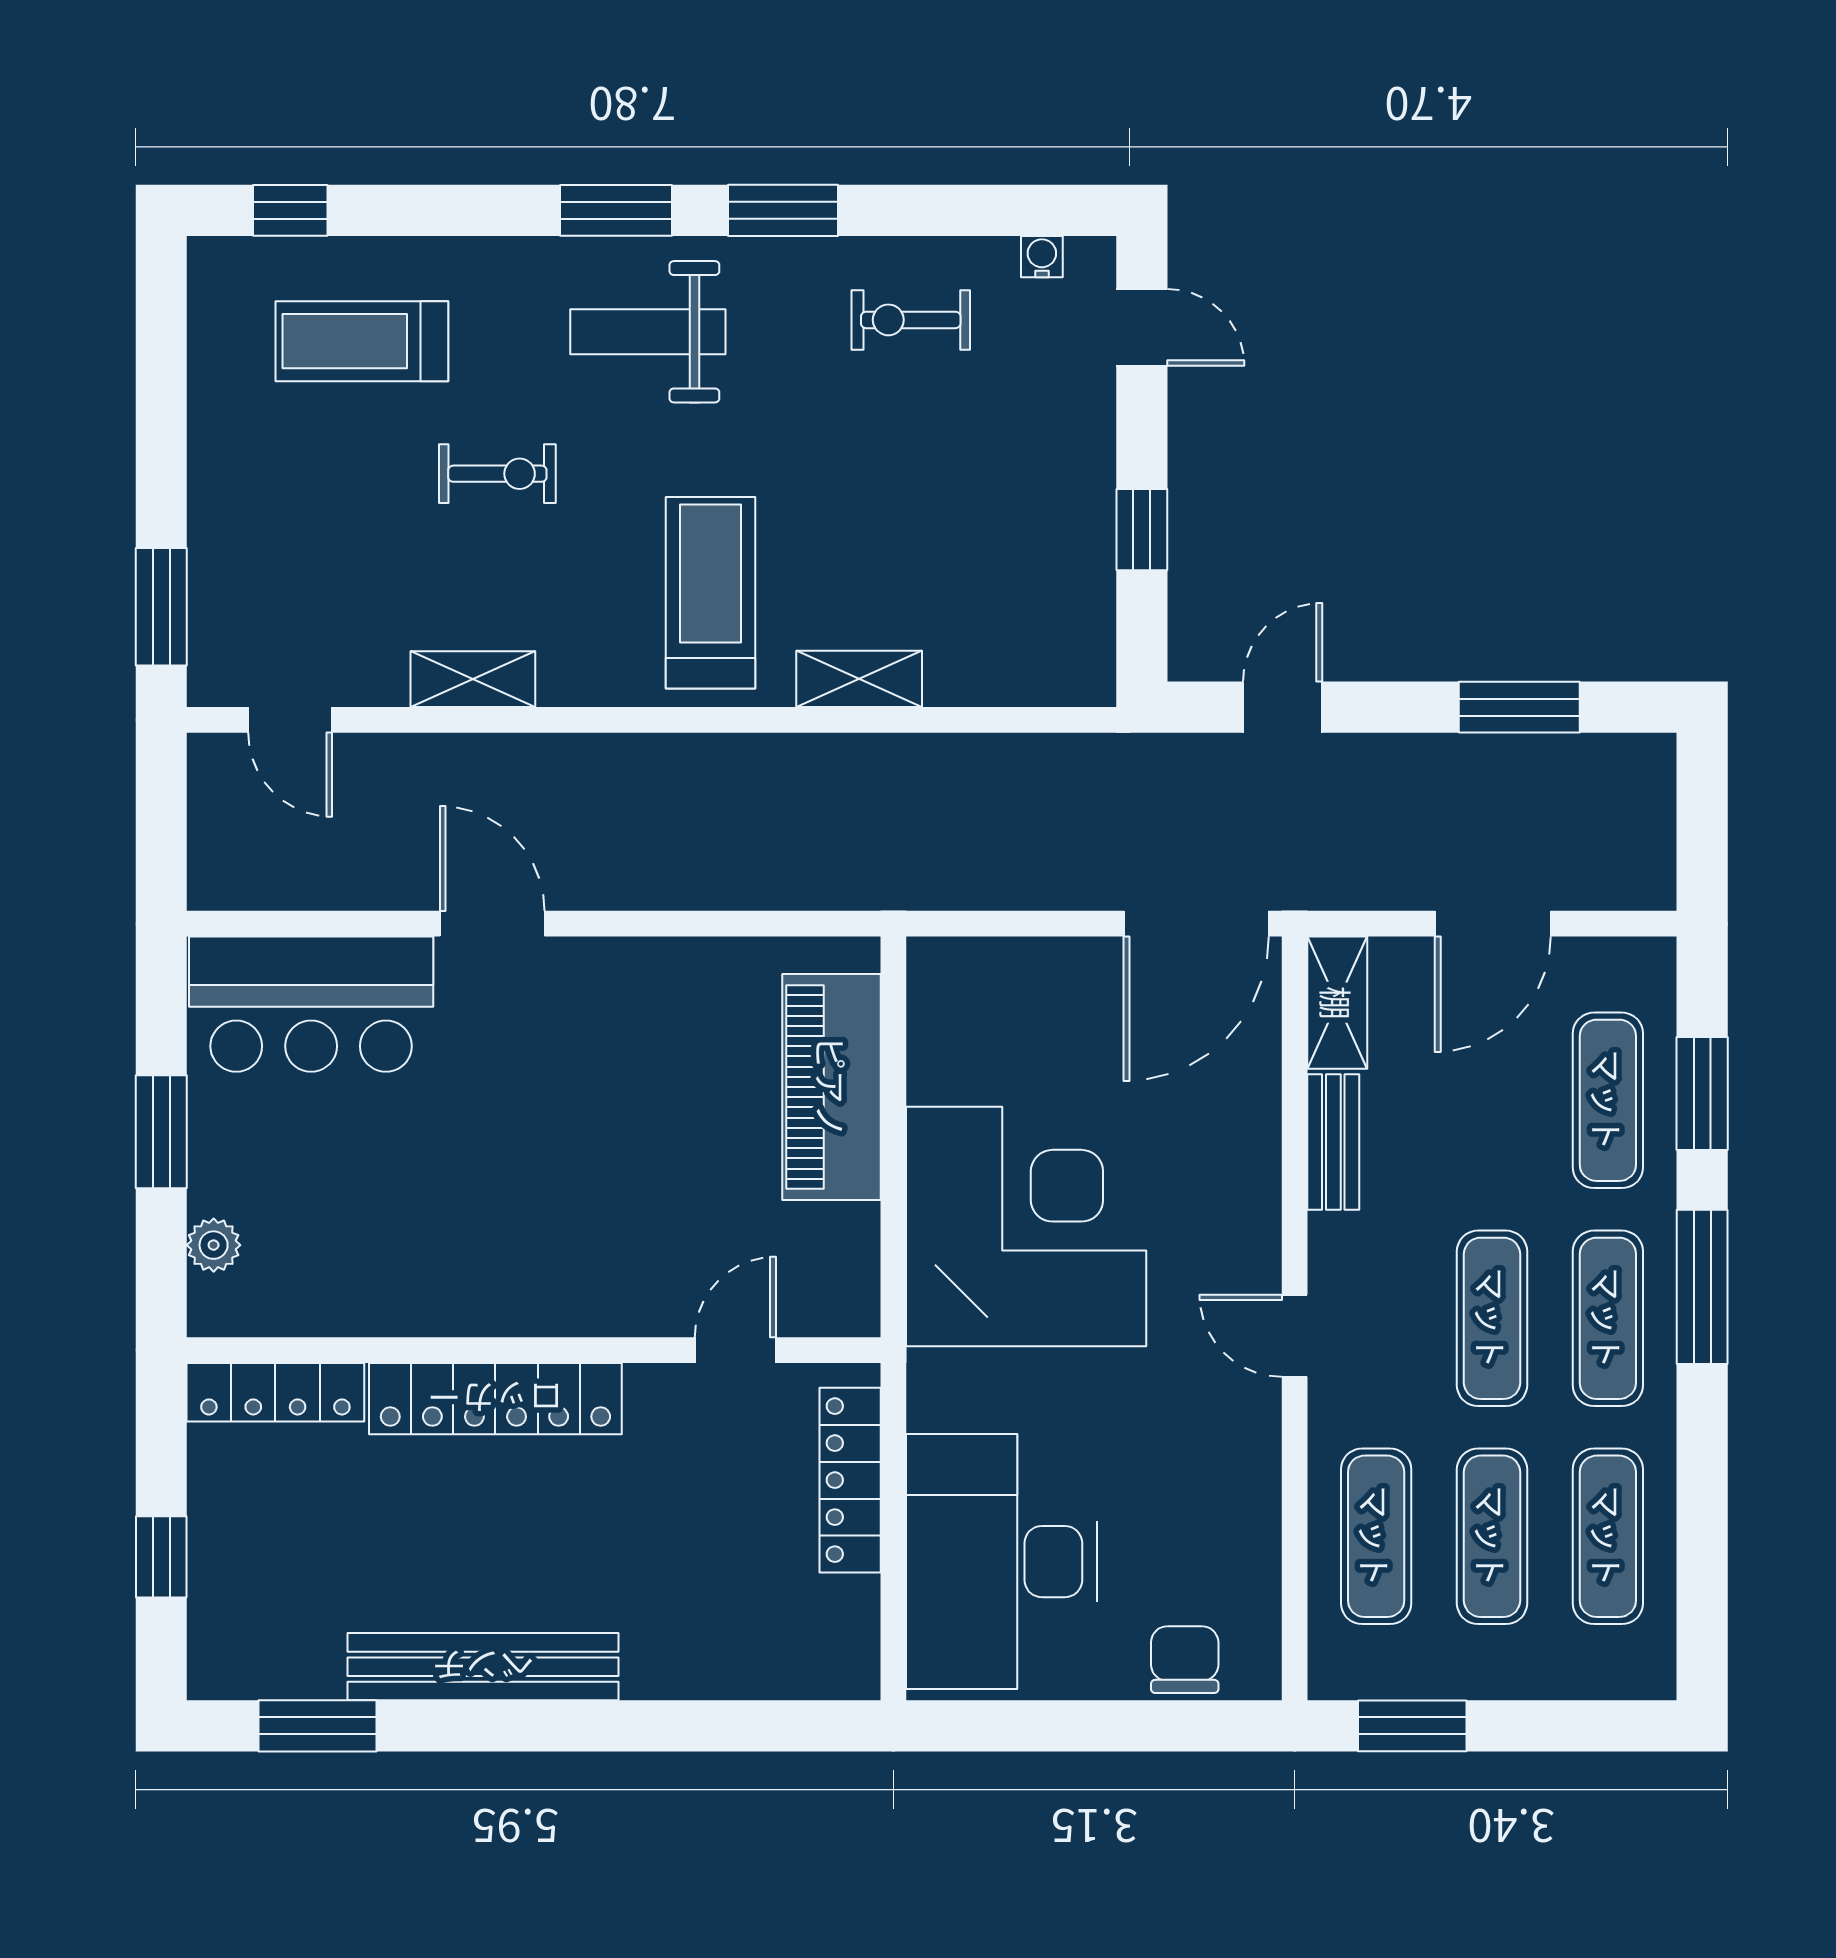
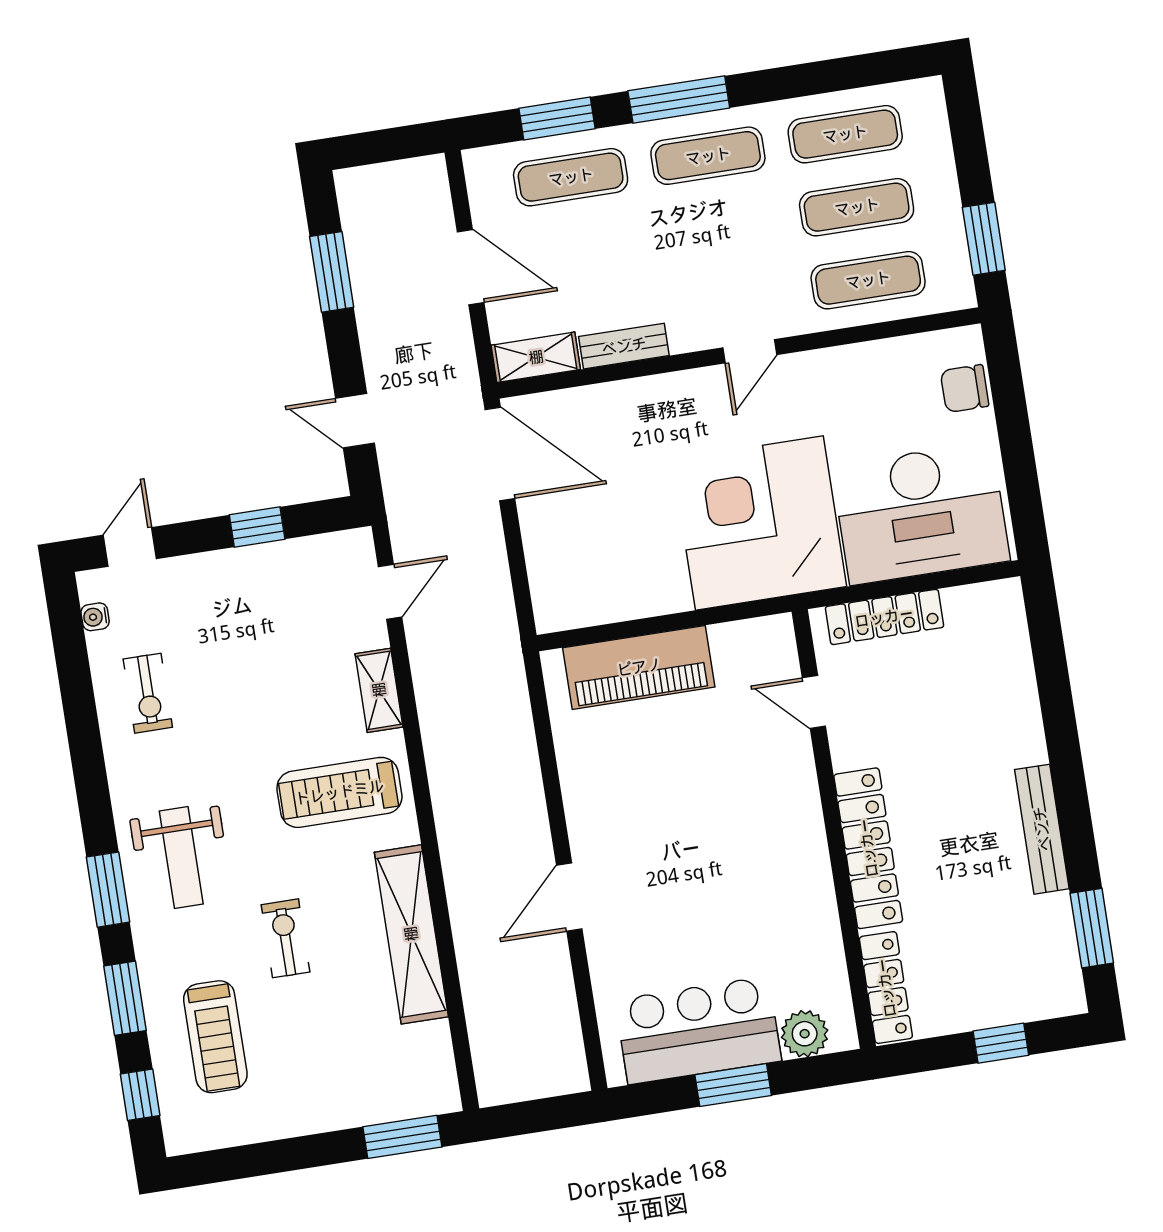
window: (783, 210) -> (125, 998), moved
shelving: (473, 679) -> (411, 934), width x2.20, depth x1.33
door: (290, 720) -> (390, 592), moved
bar counter: (311, 1004) -> (698, 1030), moved, turned -90
corner desk: (1026, 1227) -> (759, 523), moved
plant: (214, 1245) -> (805, 1034), width x1.38, depth x1.38
exercise mat: (1492, 1318) -> (719, 229), removed
bench: (483, 1667) -> (1042, 829), width x0.73, depth x0.82

